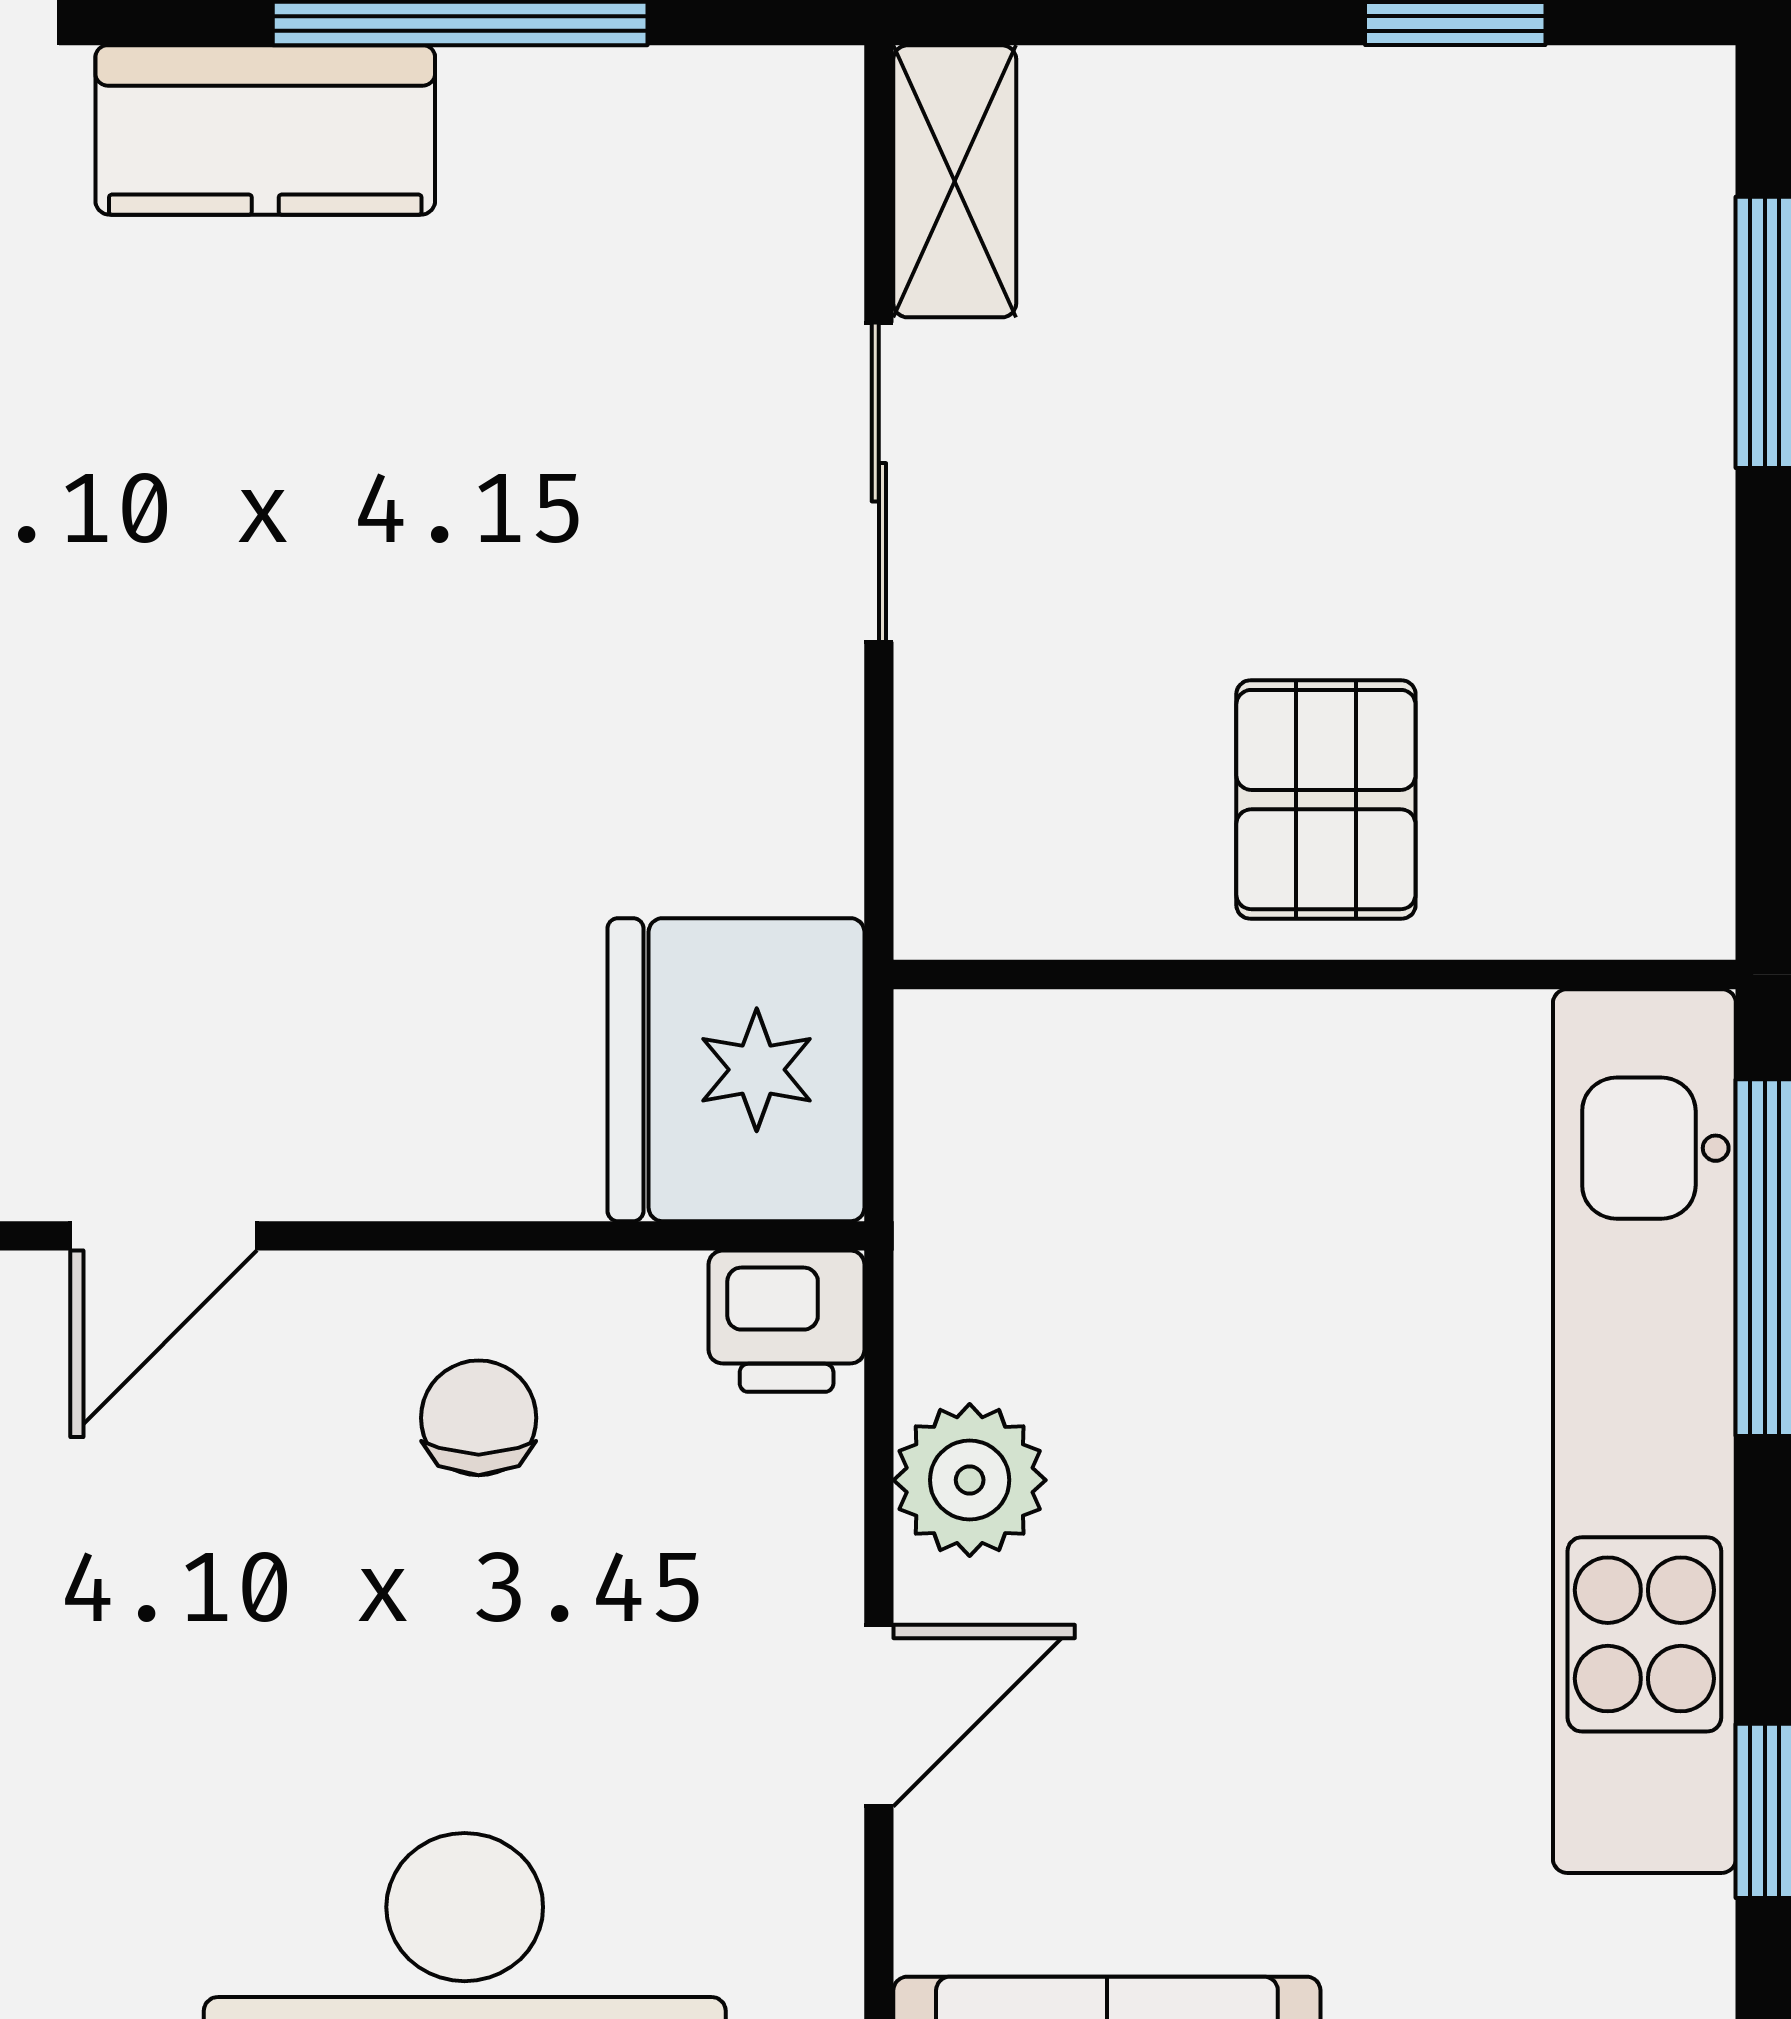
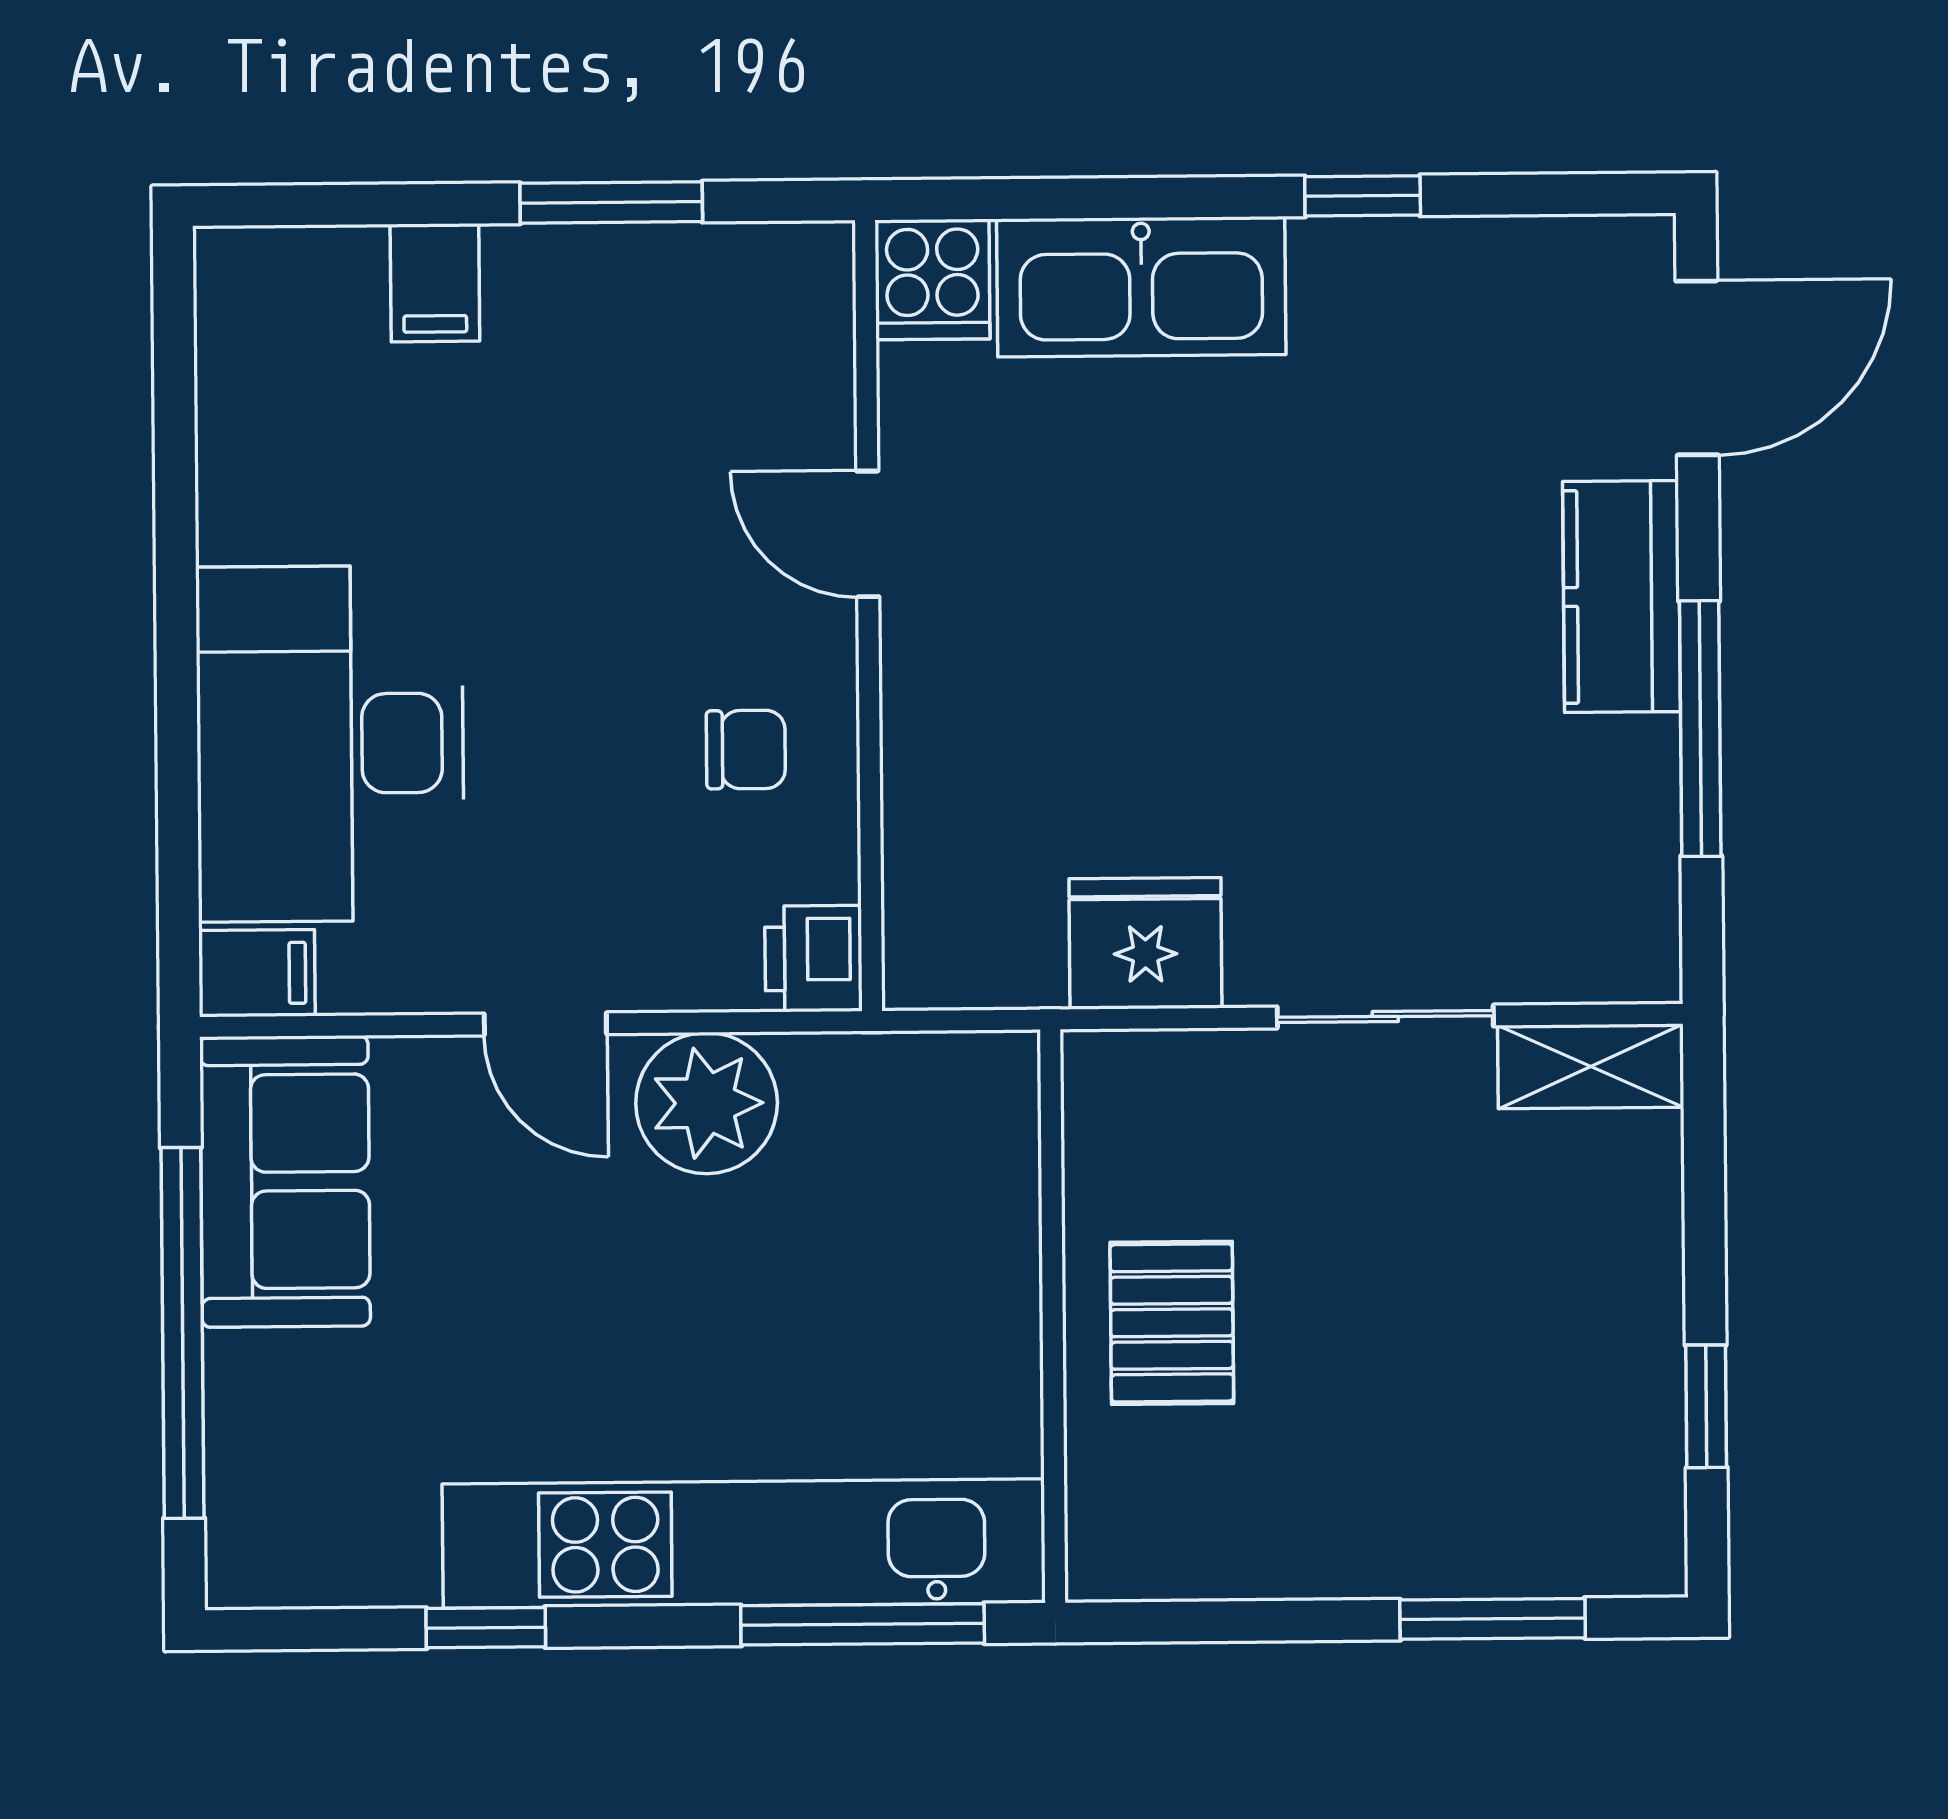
pallet: (1326, 800) -> (1172, 1323), turned 90
fridge: (736, 1070) -> (1145, 943), moved, width x0.73, depth x0.75
plant: (970, 1480) -> (707, 1103), width x1.36, depth x1.36

